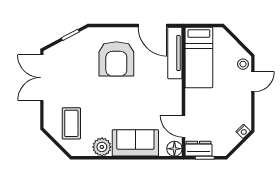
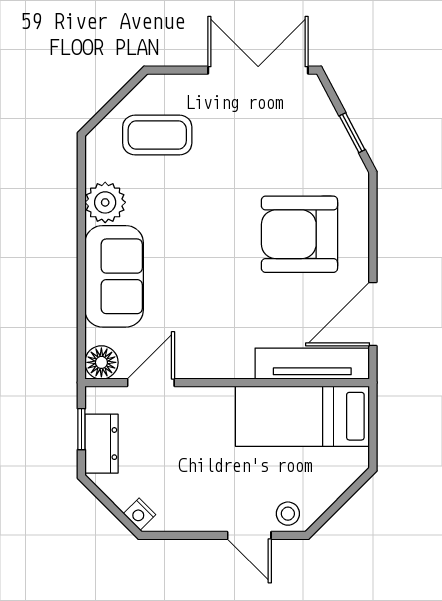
dresser: (199, 149) -> (101, 444), moved

